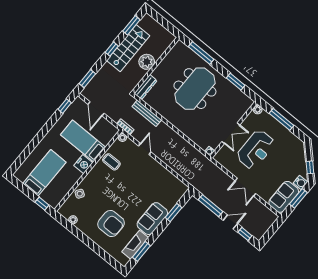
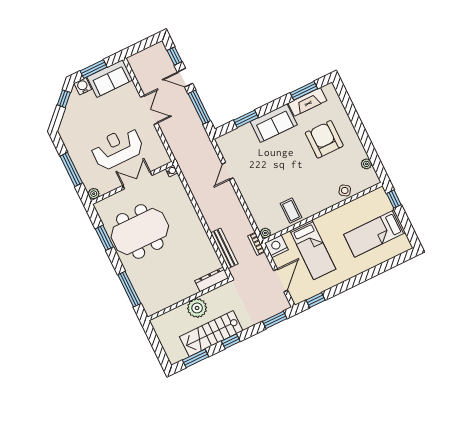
meeting table: (195, 89) -> (140, 231), moved
door: (145, 149) -> (228, 171), moved
nightstand: (83, 164) -> (276, 246), moved

